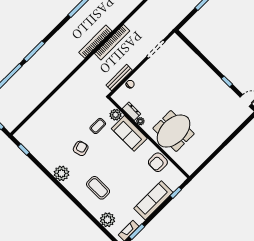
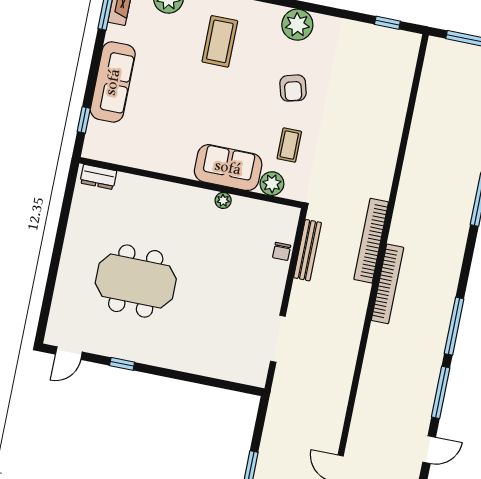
bookcase: (112, 42) -> (371, 241), moved
dresser: (132, 111) -> (98, 177), moved
meeting table: (174, 131) -> (136, 281), moved, turned 90
armchair: (158, 162) -> (148, 151), removed
coffee table: (98, 188) -> (220, 41), turned 90

